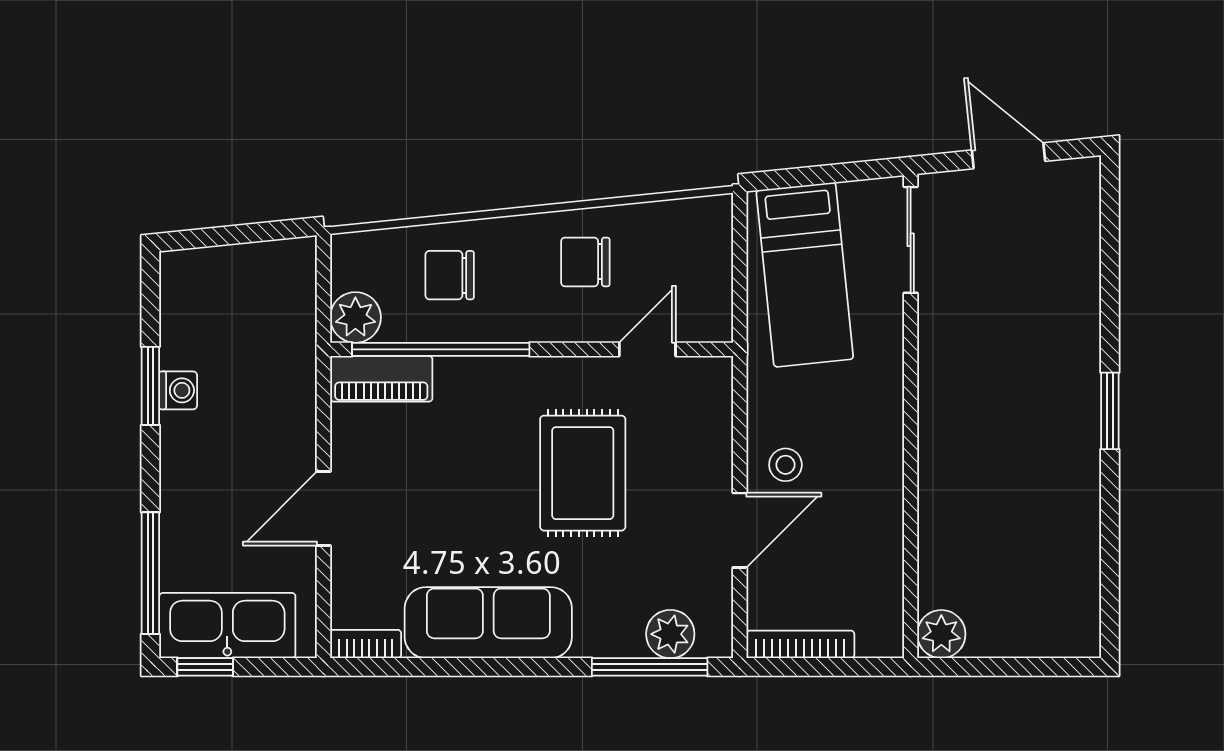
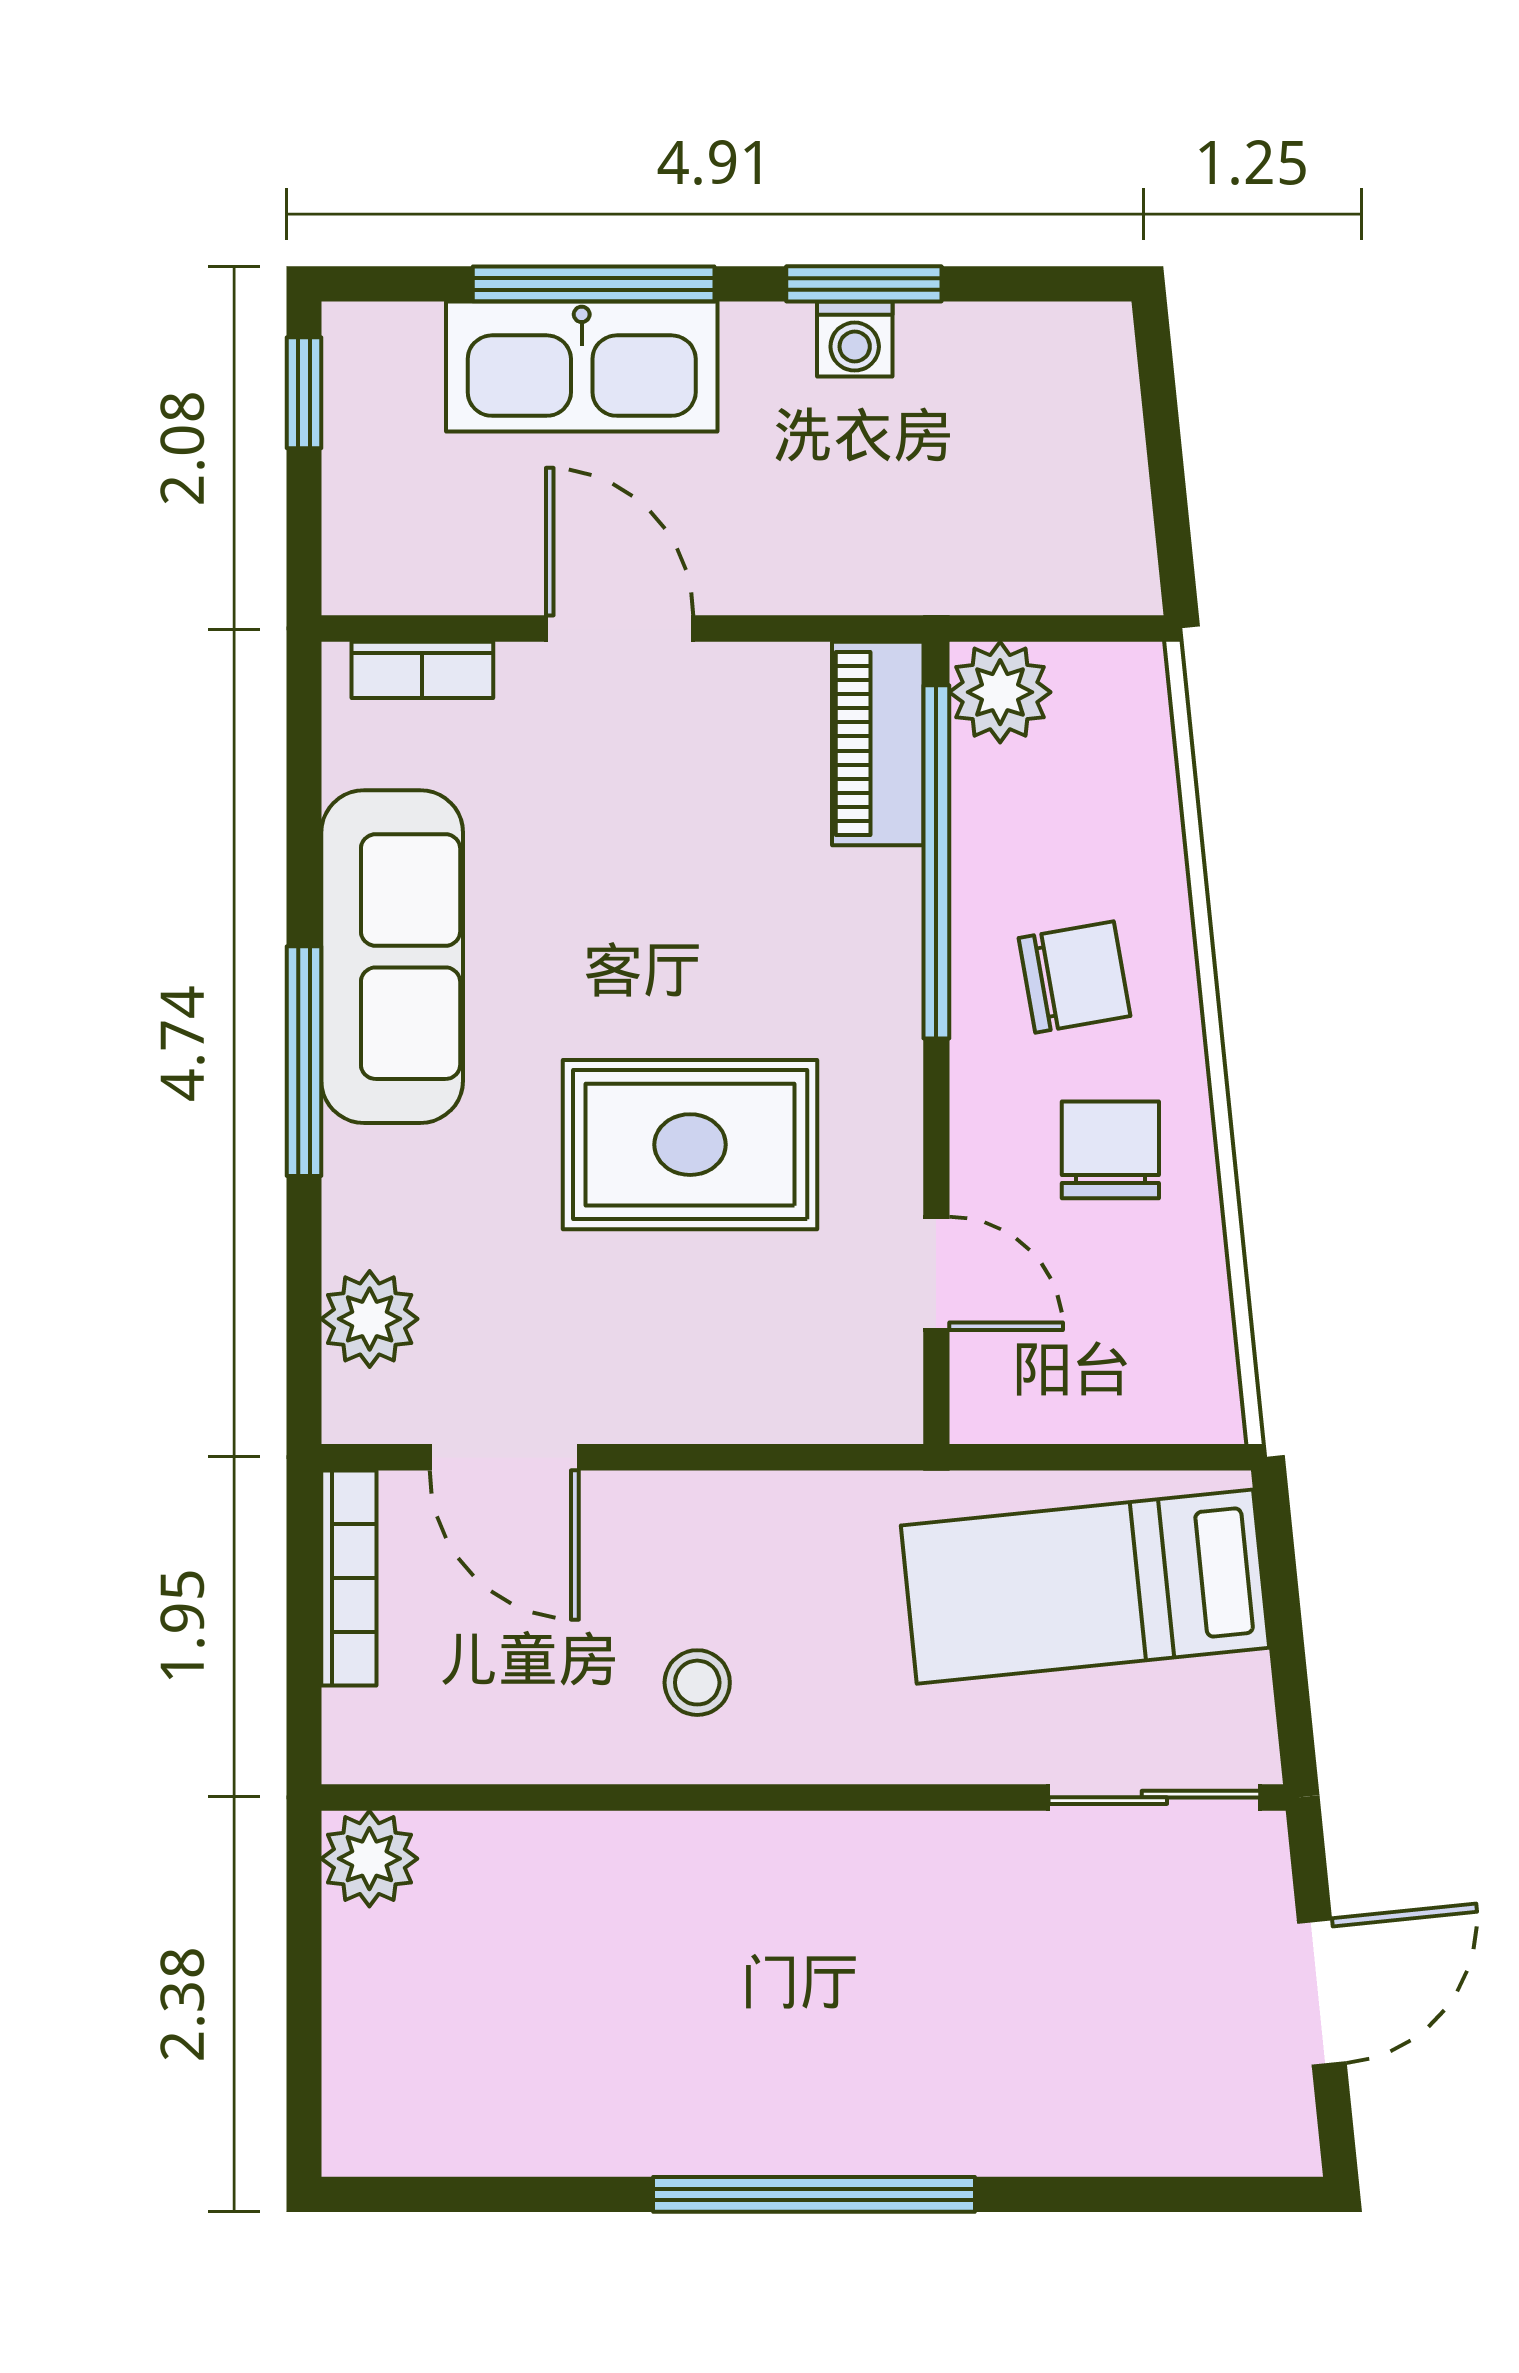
chair: (450, 275) -> (1074, 977), moved, turned 80
window: (1110, 411) -> (814, 2194), width x2.11
stool: (785, 465) -> (697, 1683), moved
door: (740, 530) -> (504, 1457), moved
window: (150, 573) -> (594, 284), moved
kitchen sink: (227, 626) -> (582, 366), moved, turned 90
bookcase: (366, 644) -> (422, 670), moved, turned 90
window: (650, 667) -> (304, 1061), moved

